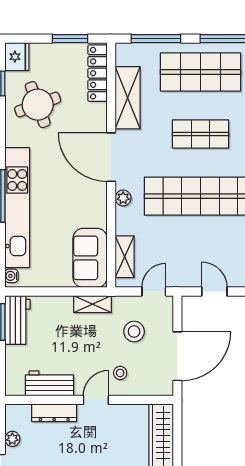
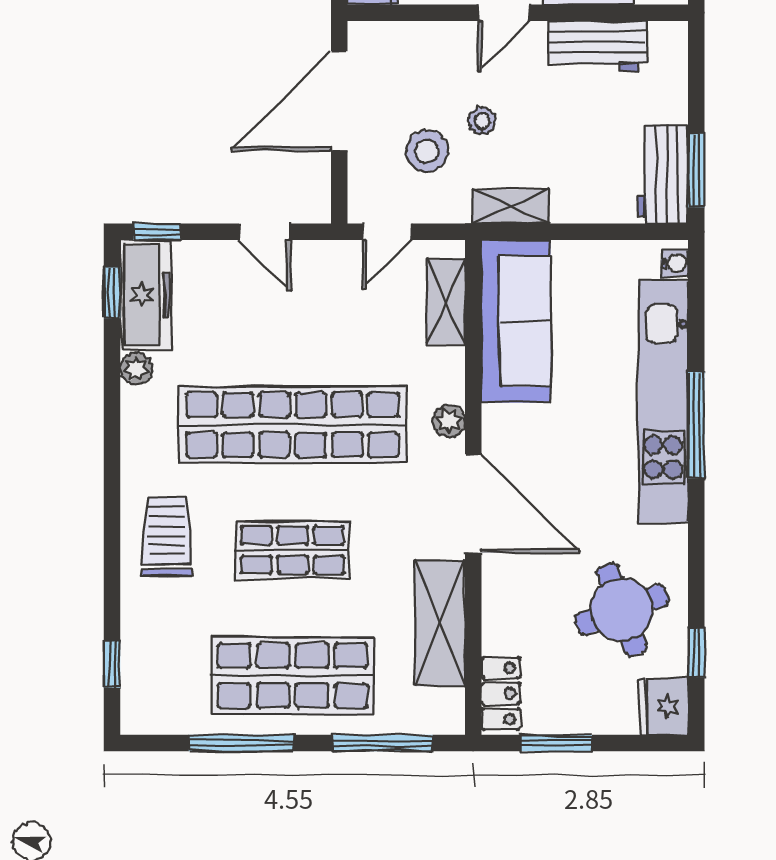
locker: (98, 73) -> (501, 694), width x0.66
sofa: (90, 258) -> (516, 321), width x1.36
stool: (120, 373) -> (482, 121), moved

